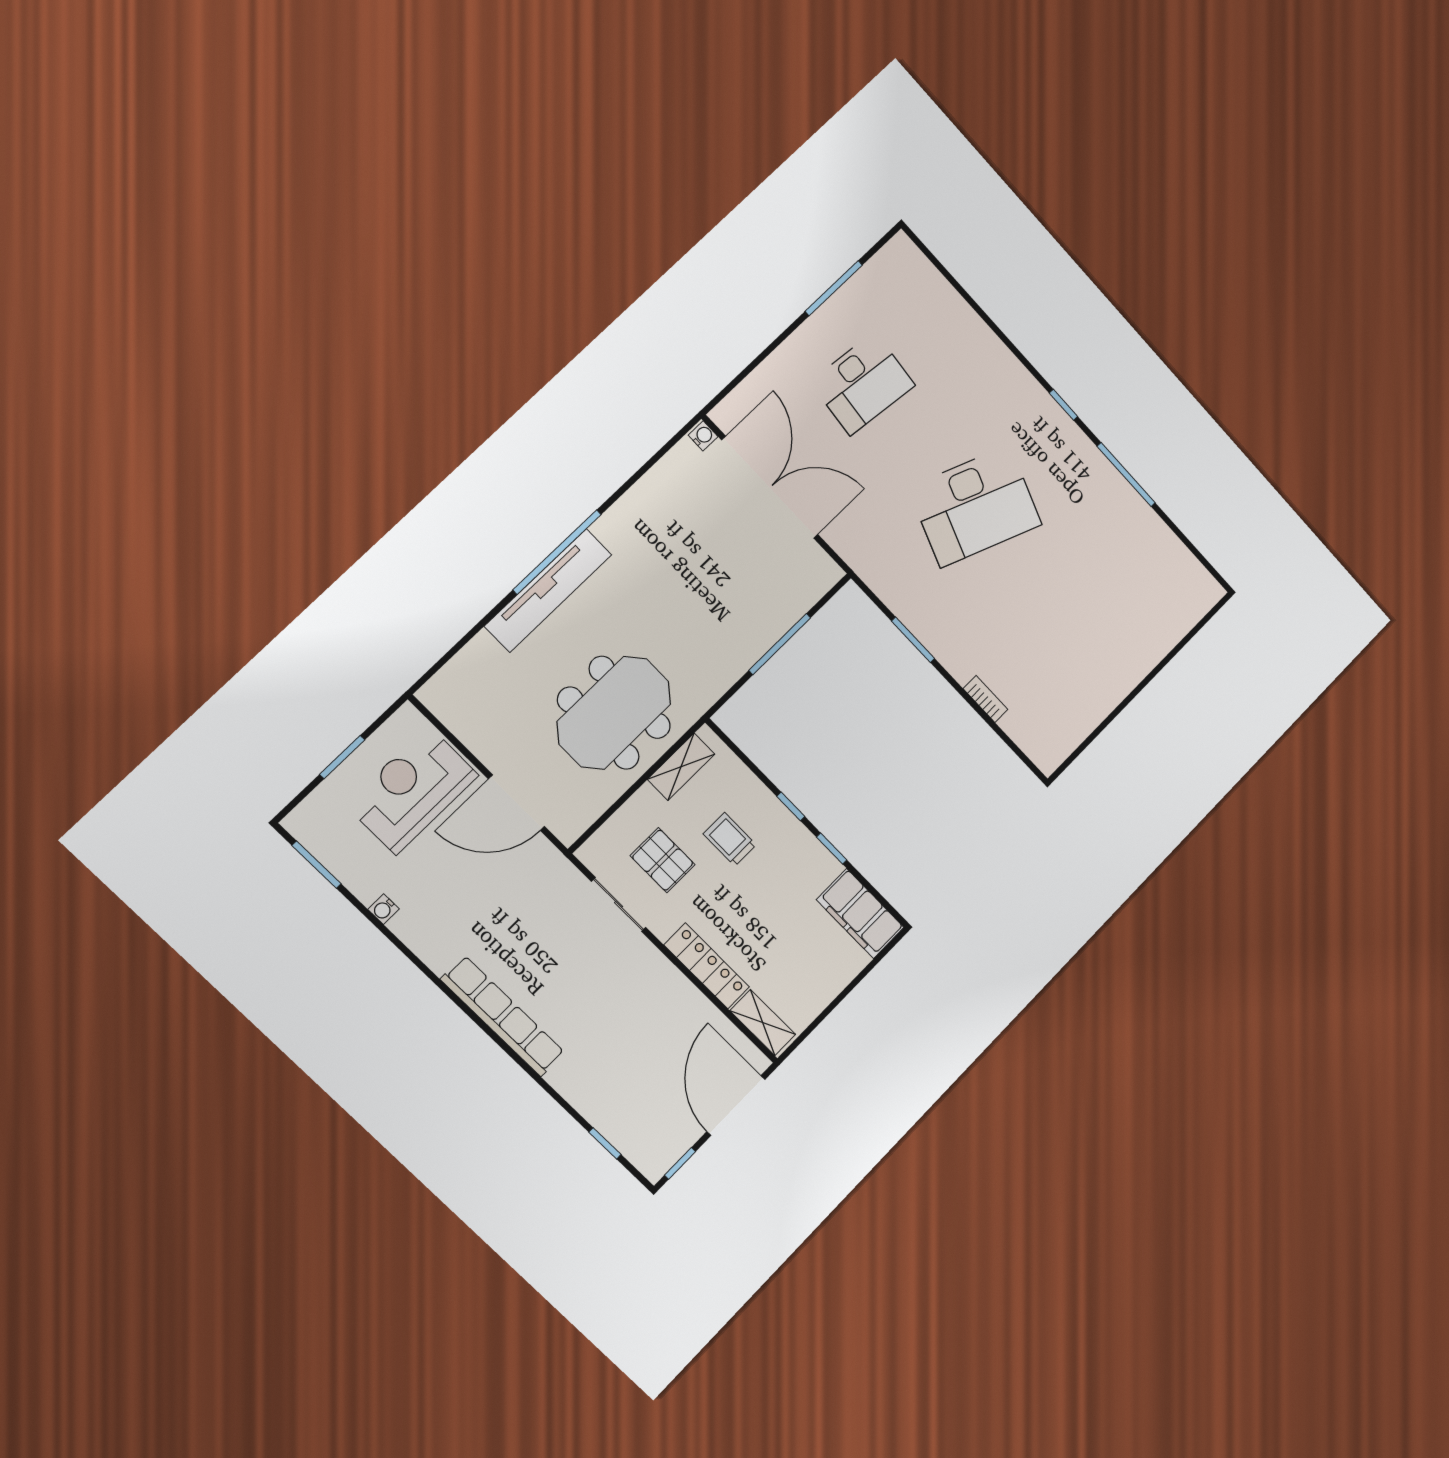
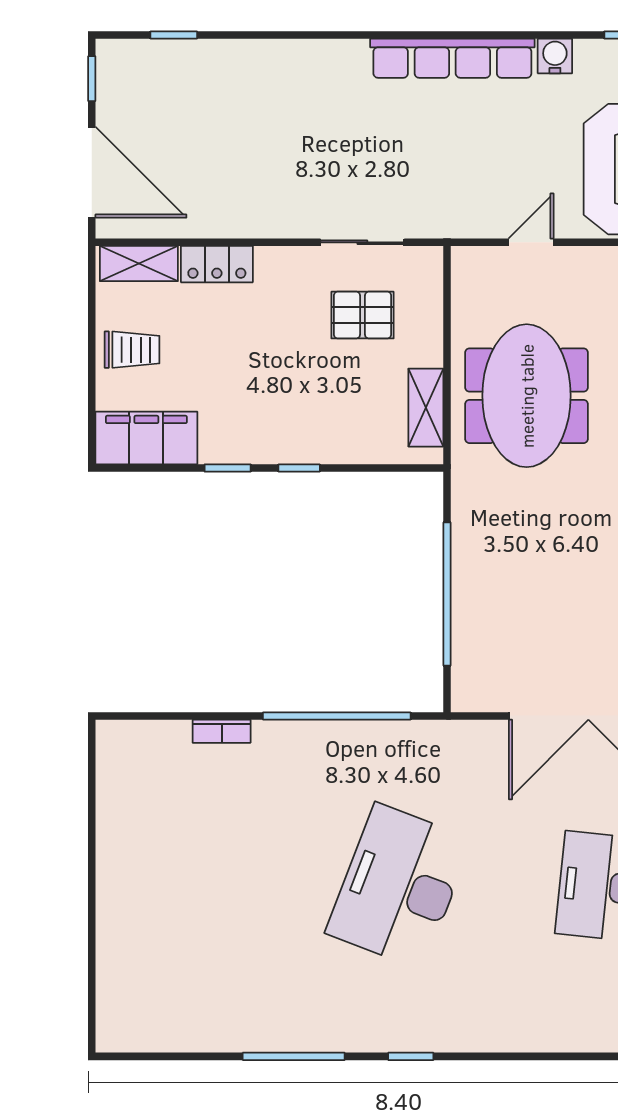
window: (913, 640) -> (337, 716), width x2.11
window: (780, 644) -> (447, 594), width x1.46
door: (516, 803) -> (531, 242), width x0.53
trolley: (730, 839) -> (132, 350), moved
water cooler: (384, 909) -> (555, 56), width x1.38, depth x1.38
locker: (707, 966) -> (217, 264), width x0.66
row of seats: (503, 1016) -> (452, 58), moved

